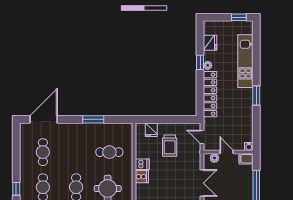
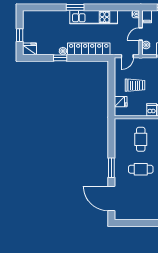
window: (239, 17) -> (20, 35), moved
fridge: (210, 43) -> (30, 49), moved
kitchen unit: (245, 61) -> (94, 17), moved
window: (256, 95) -> (75, 7), moved
window: (93, 119) -> (111, 168), moved
cafe table: (43, 152) -> (141, 169), moved

